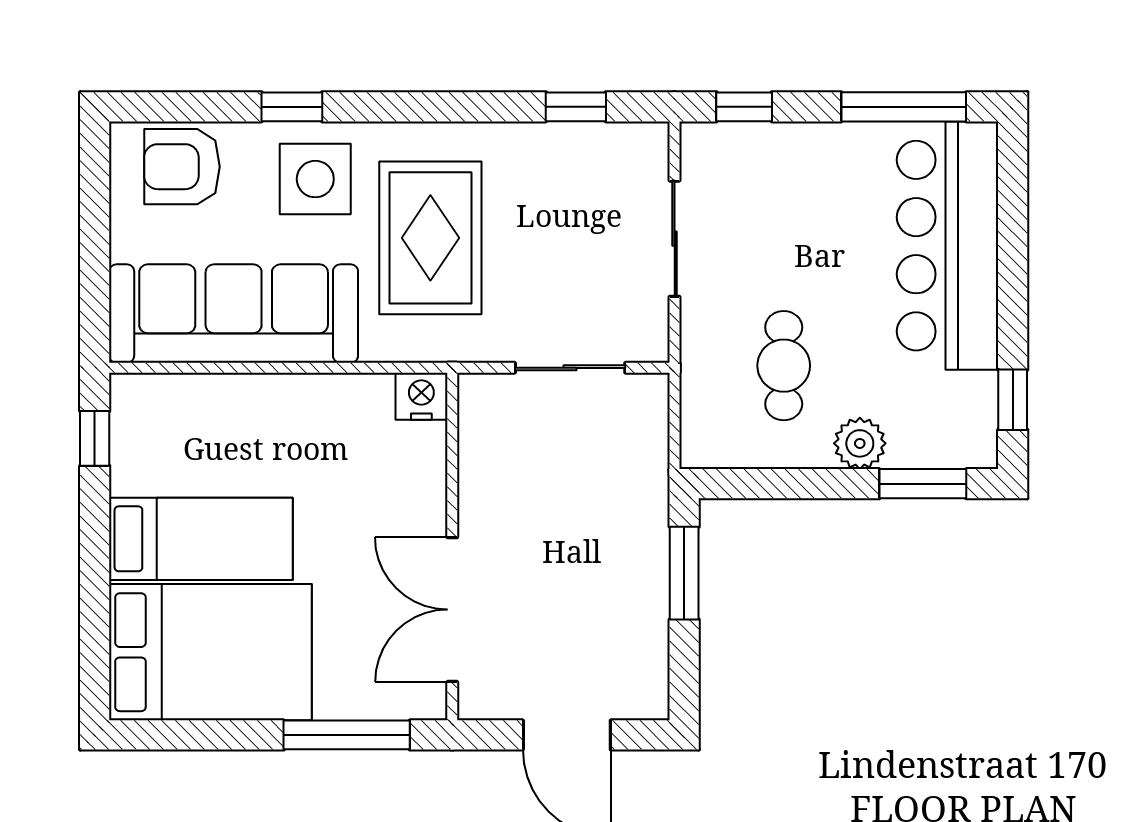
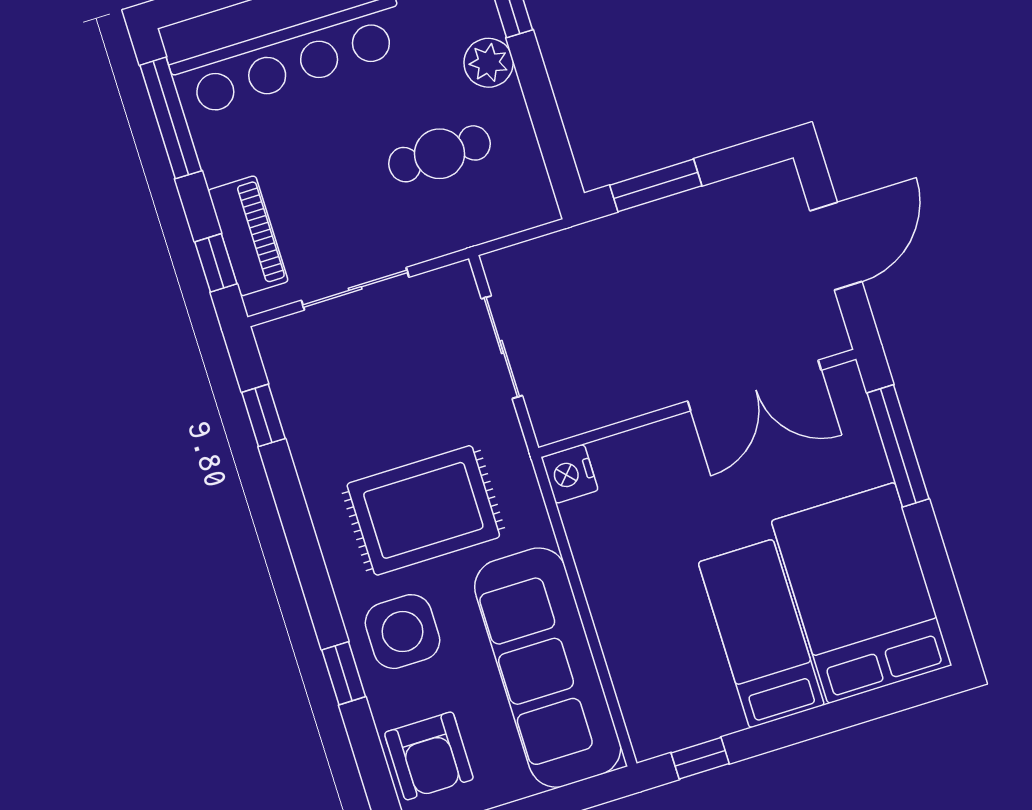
piano: (761, 148) -> (248, 236), added

